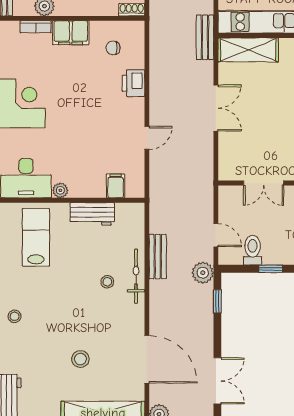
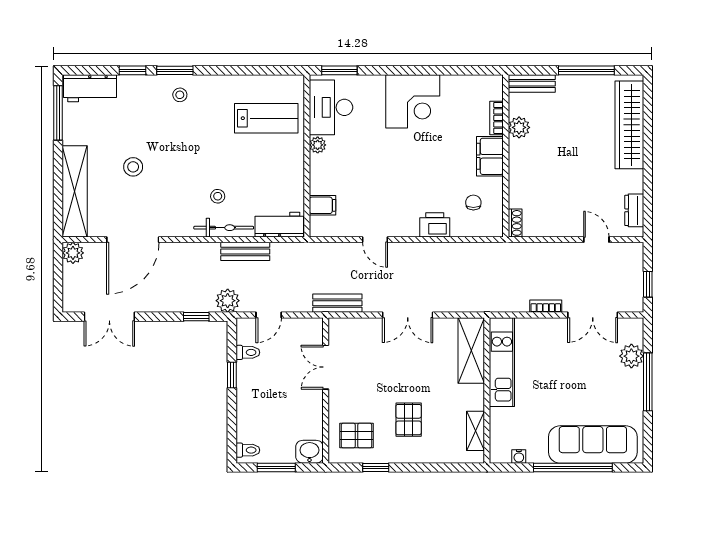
bench: (205, 37) -> (337, 303), moved
workbench: (92, 214) -> (279, 225), moved, turned 90
toilet: (253, 250) -> (248, 352), width x0.73, depth x0.72

